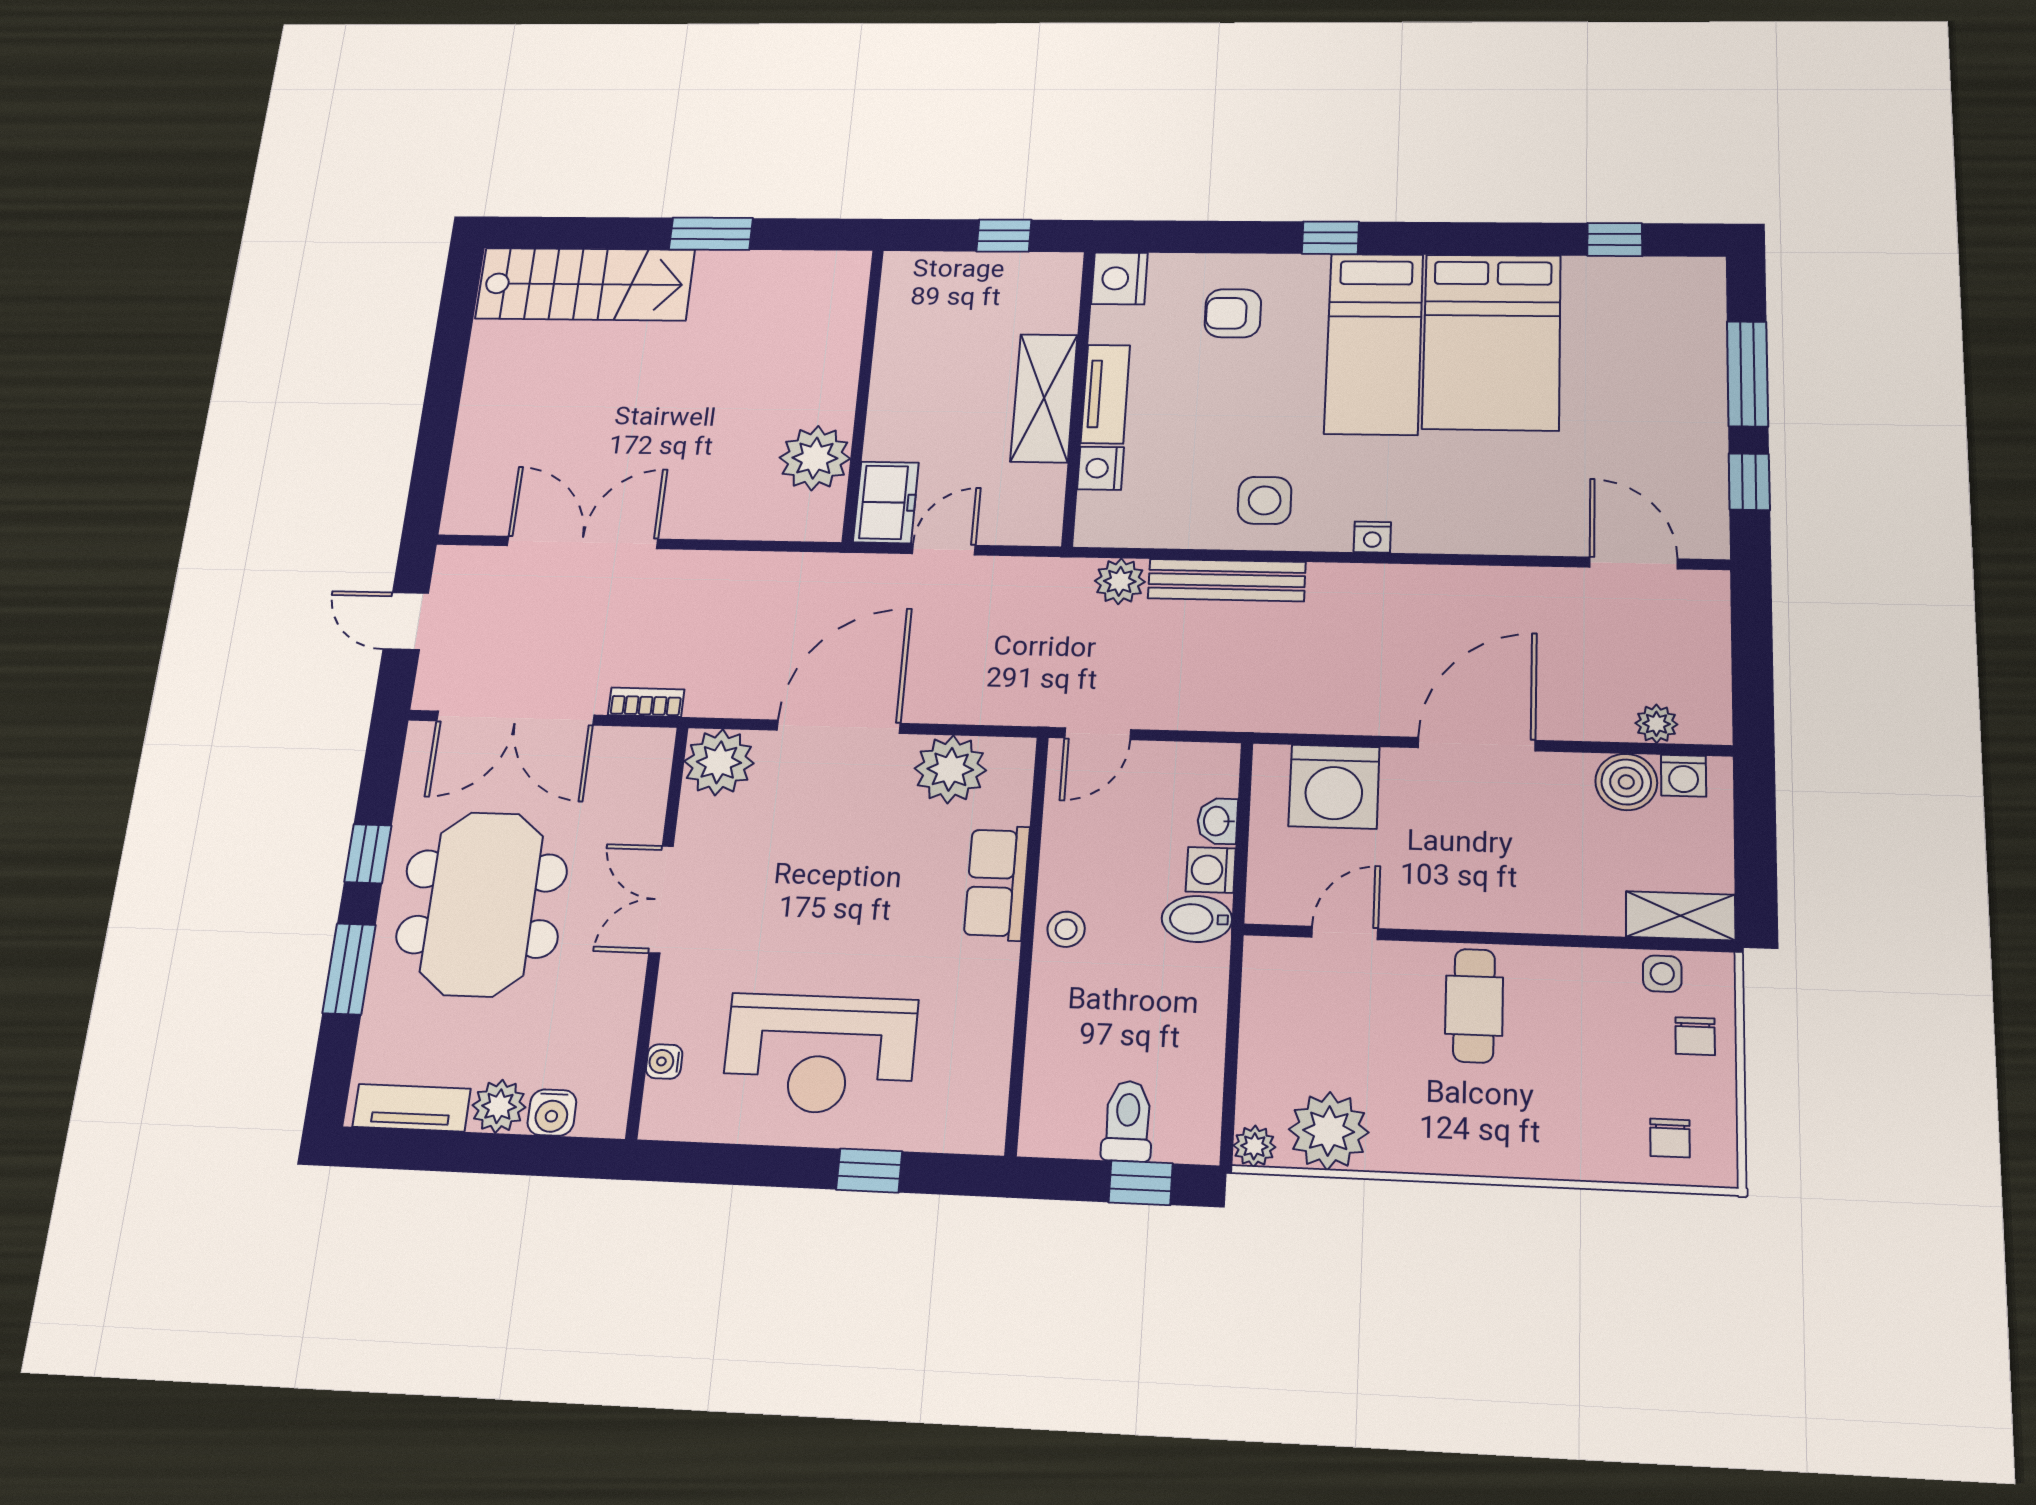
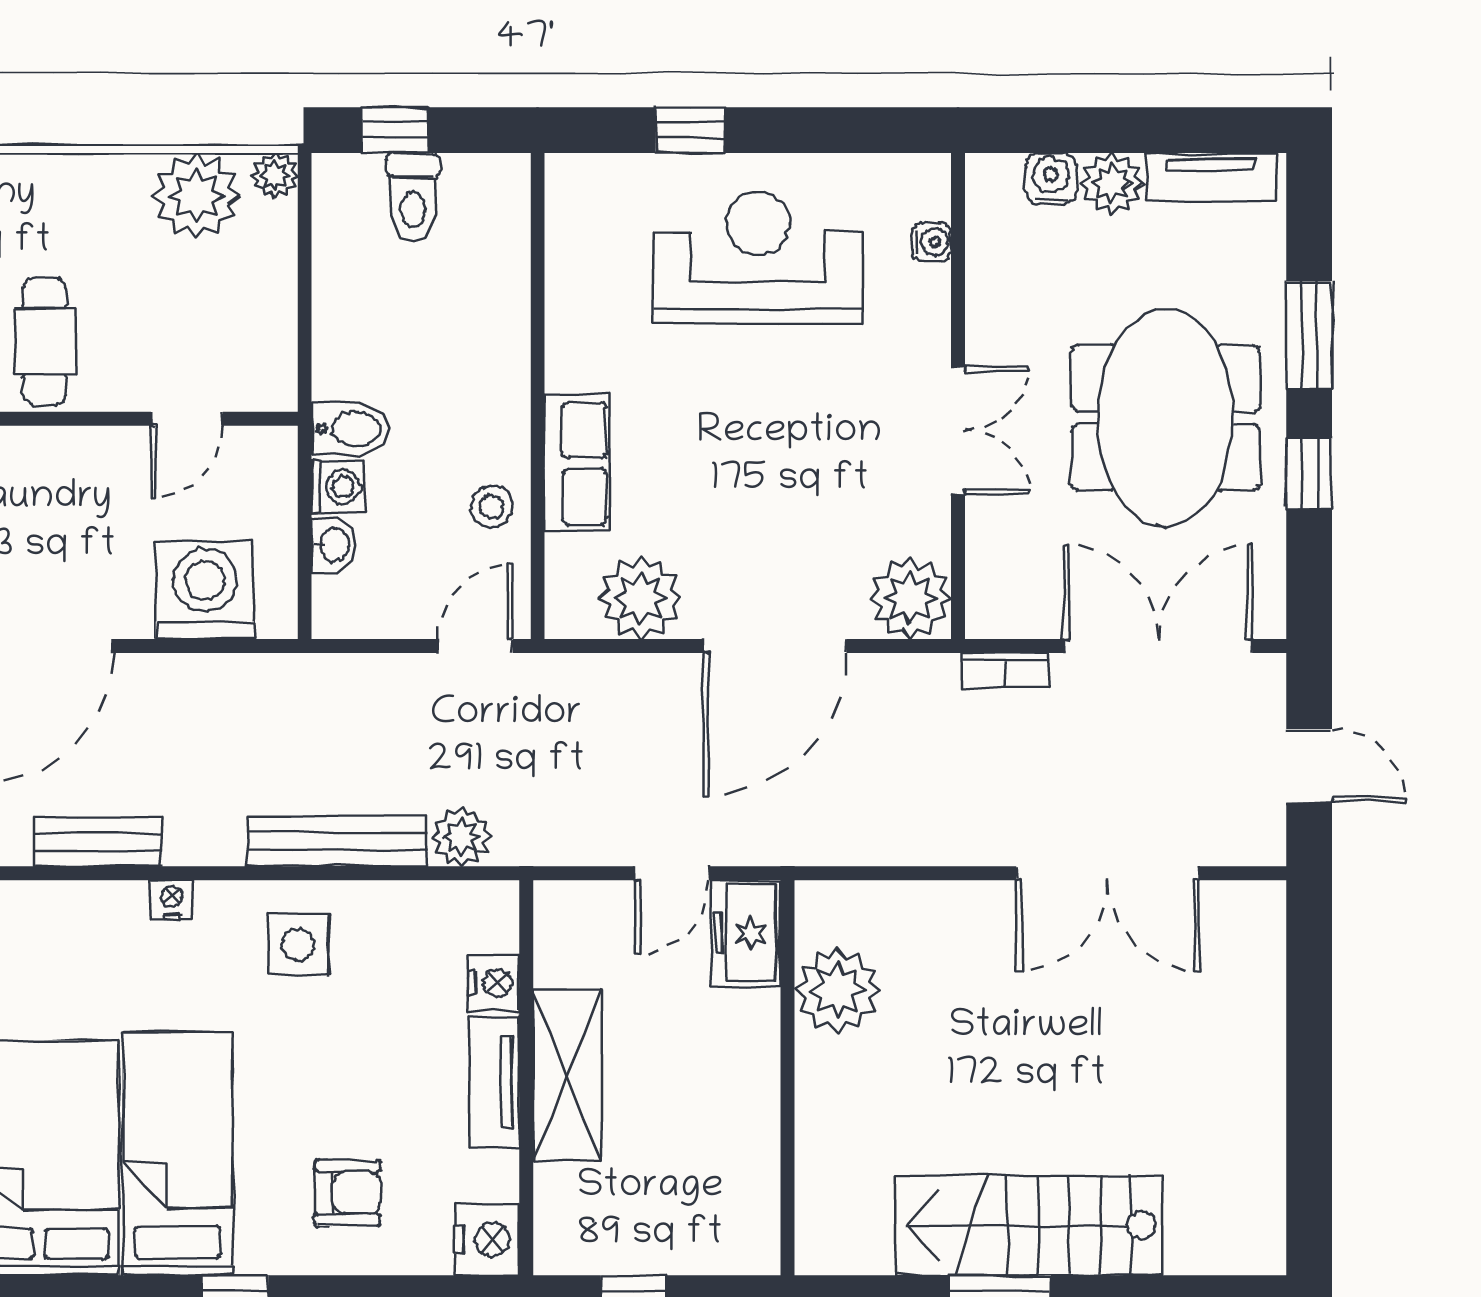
stairs: (585, 284) -> (1029, 1225), moved
bench: (1435, 584) -> (98, 842), added
stool: (1066, 929) -> (492, 506), moved

